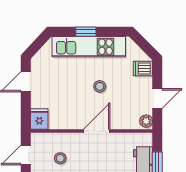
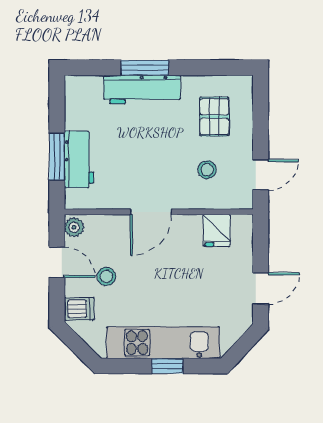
stool: (100, 86) -> (106, 276), moved
door: (157, 99) -> (57, 262), swing flipped
fridge: (39, 119) -> (216, 230), moved

